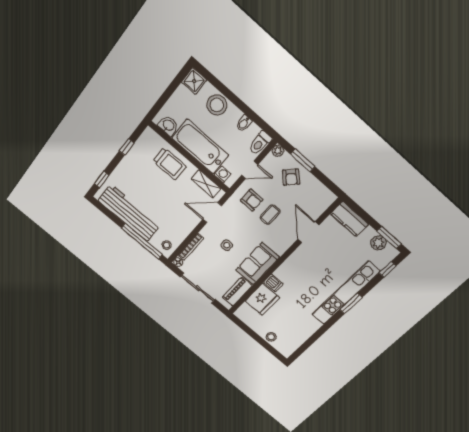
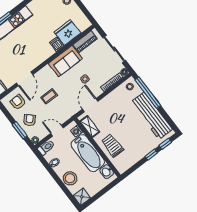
window: (127, 147) -> (151, 155), moved
armchair: (252, 200) -> (18, 102), moved
door: (212, 213) -> (90, 105), swing flipped

